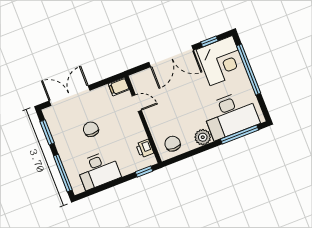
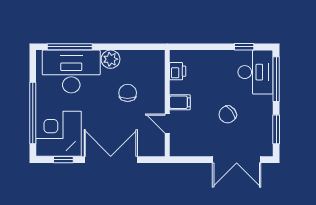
filing cabinet: (119, 87) -> (180, 102), moved
chair: (91, 129) -> (228, 114), turned 53
chair: (173, 144) -> (128, 93), moved, turned 180
desk: (98, 170) -> (256, 72), moved, turned 90
window: (144, 172) -> (244, 47), moved

